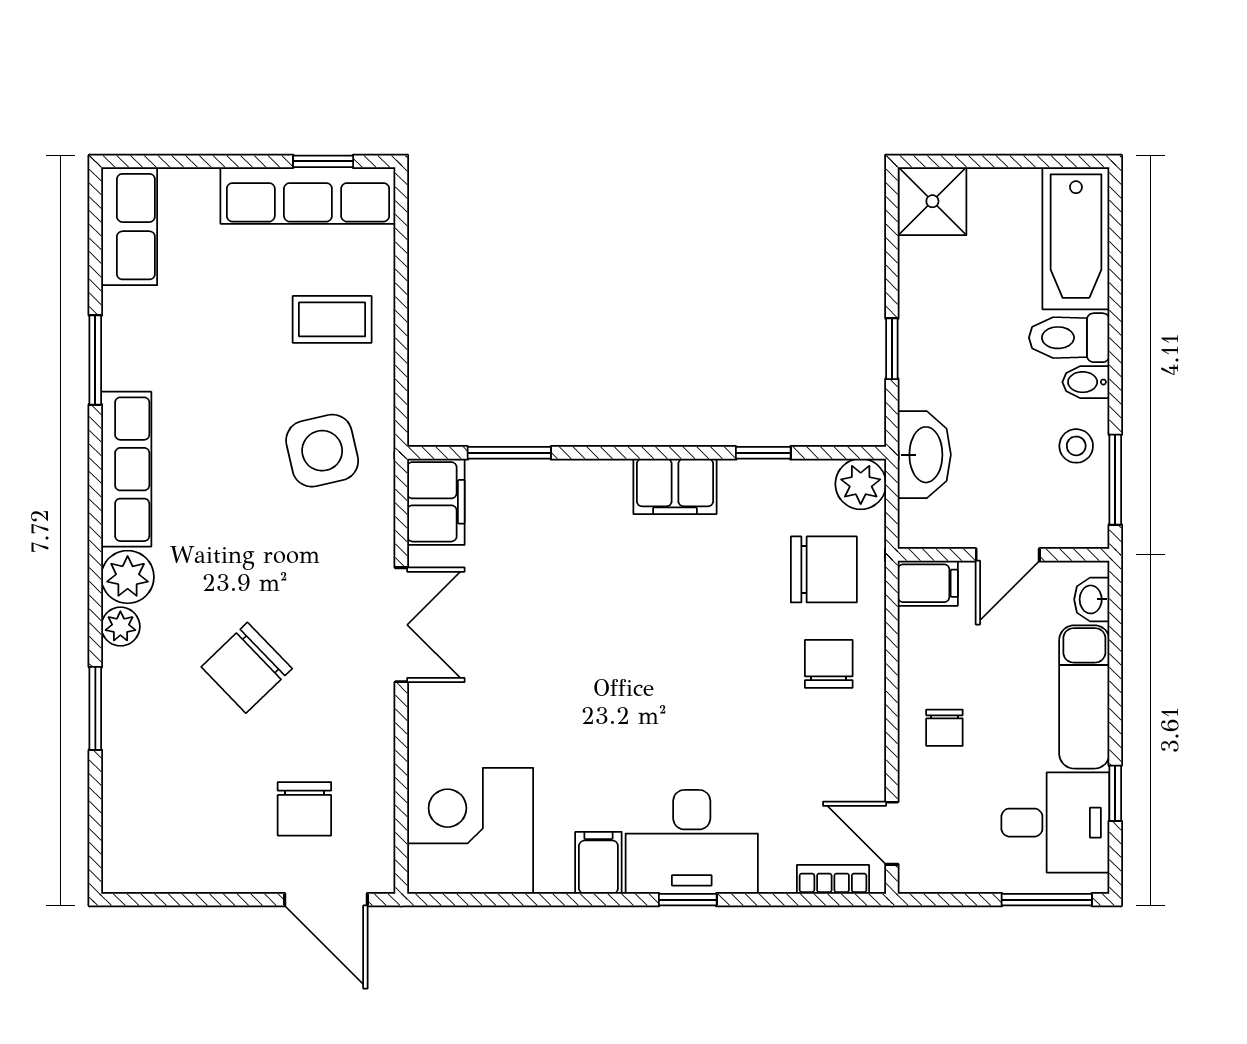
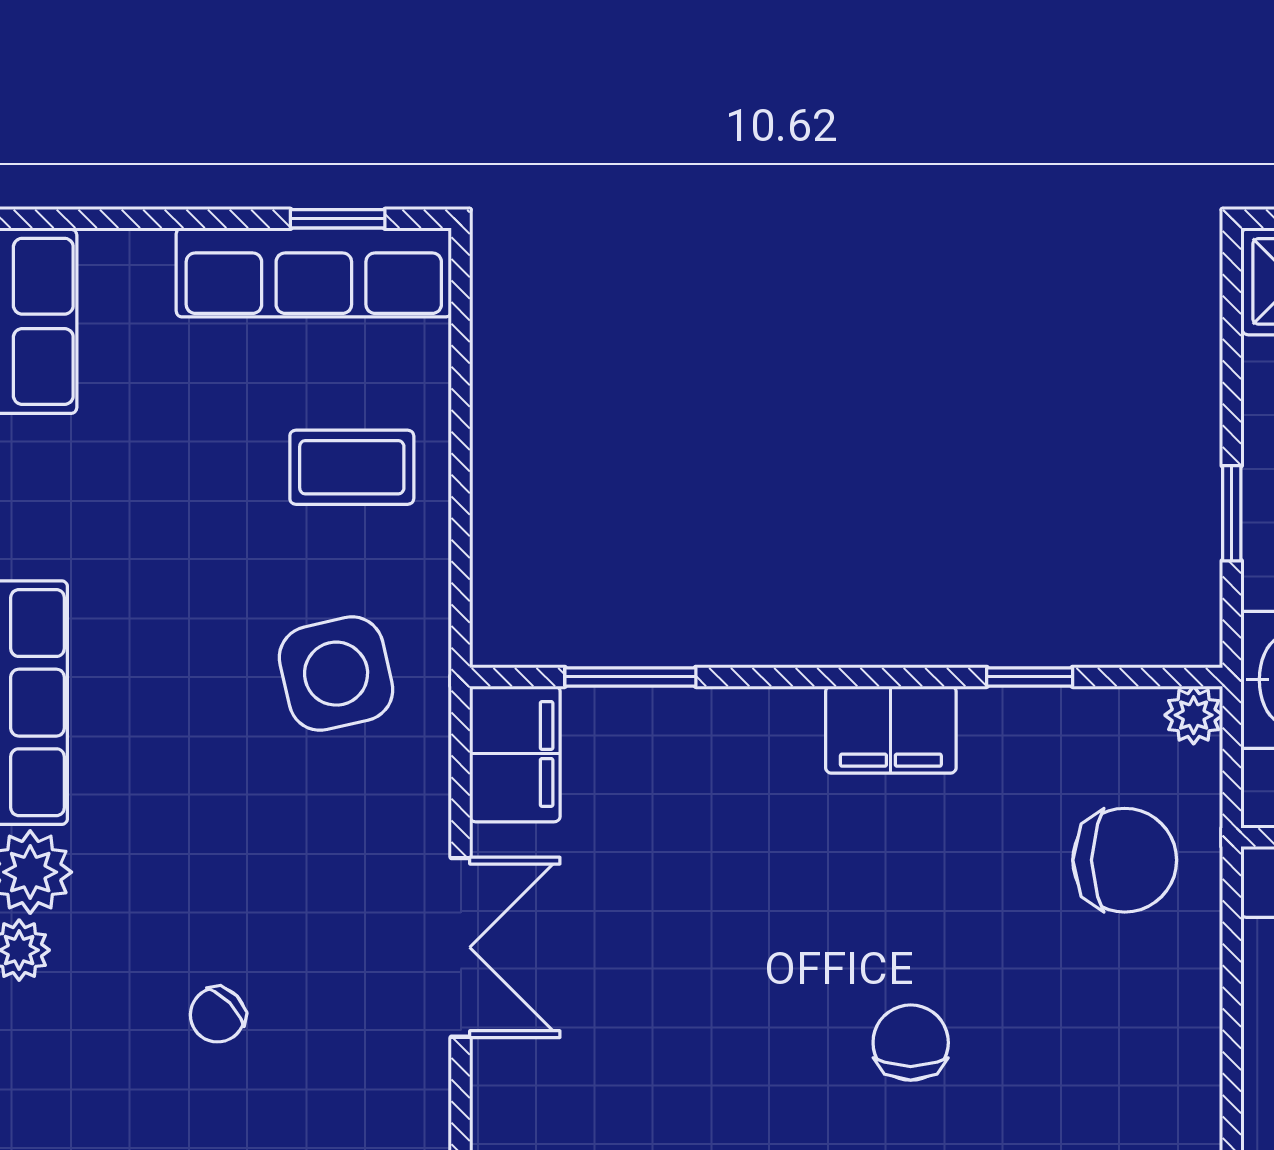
plant: (861, 484) -> (1194, 715), width x0.73, depth x0.73
chair: (829, 664) -> (911, 1043), moved
chair: (247, 668) -> (217, 1015), width x0.54, depth x0.54

